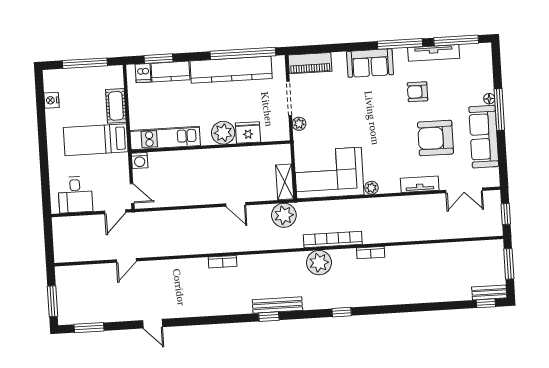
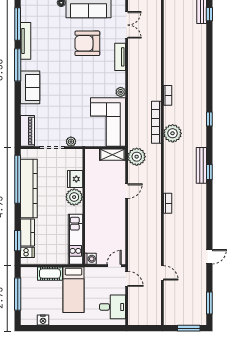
armchair: (417, 92) -> (53, 54), removed
armchair: (435, 138) -> (87, 43), turned 90

